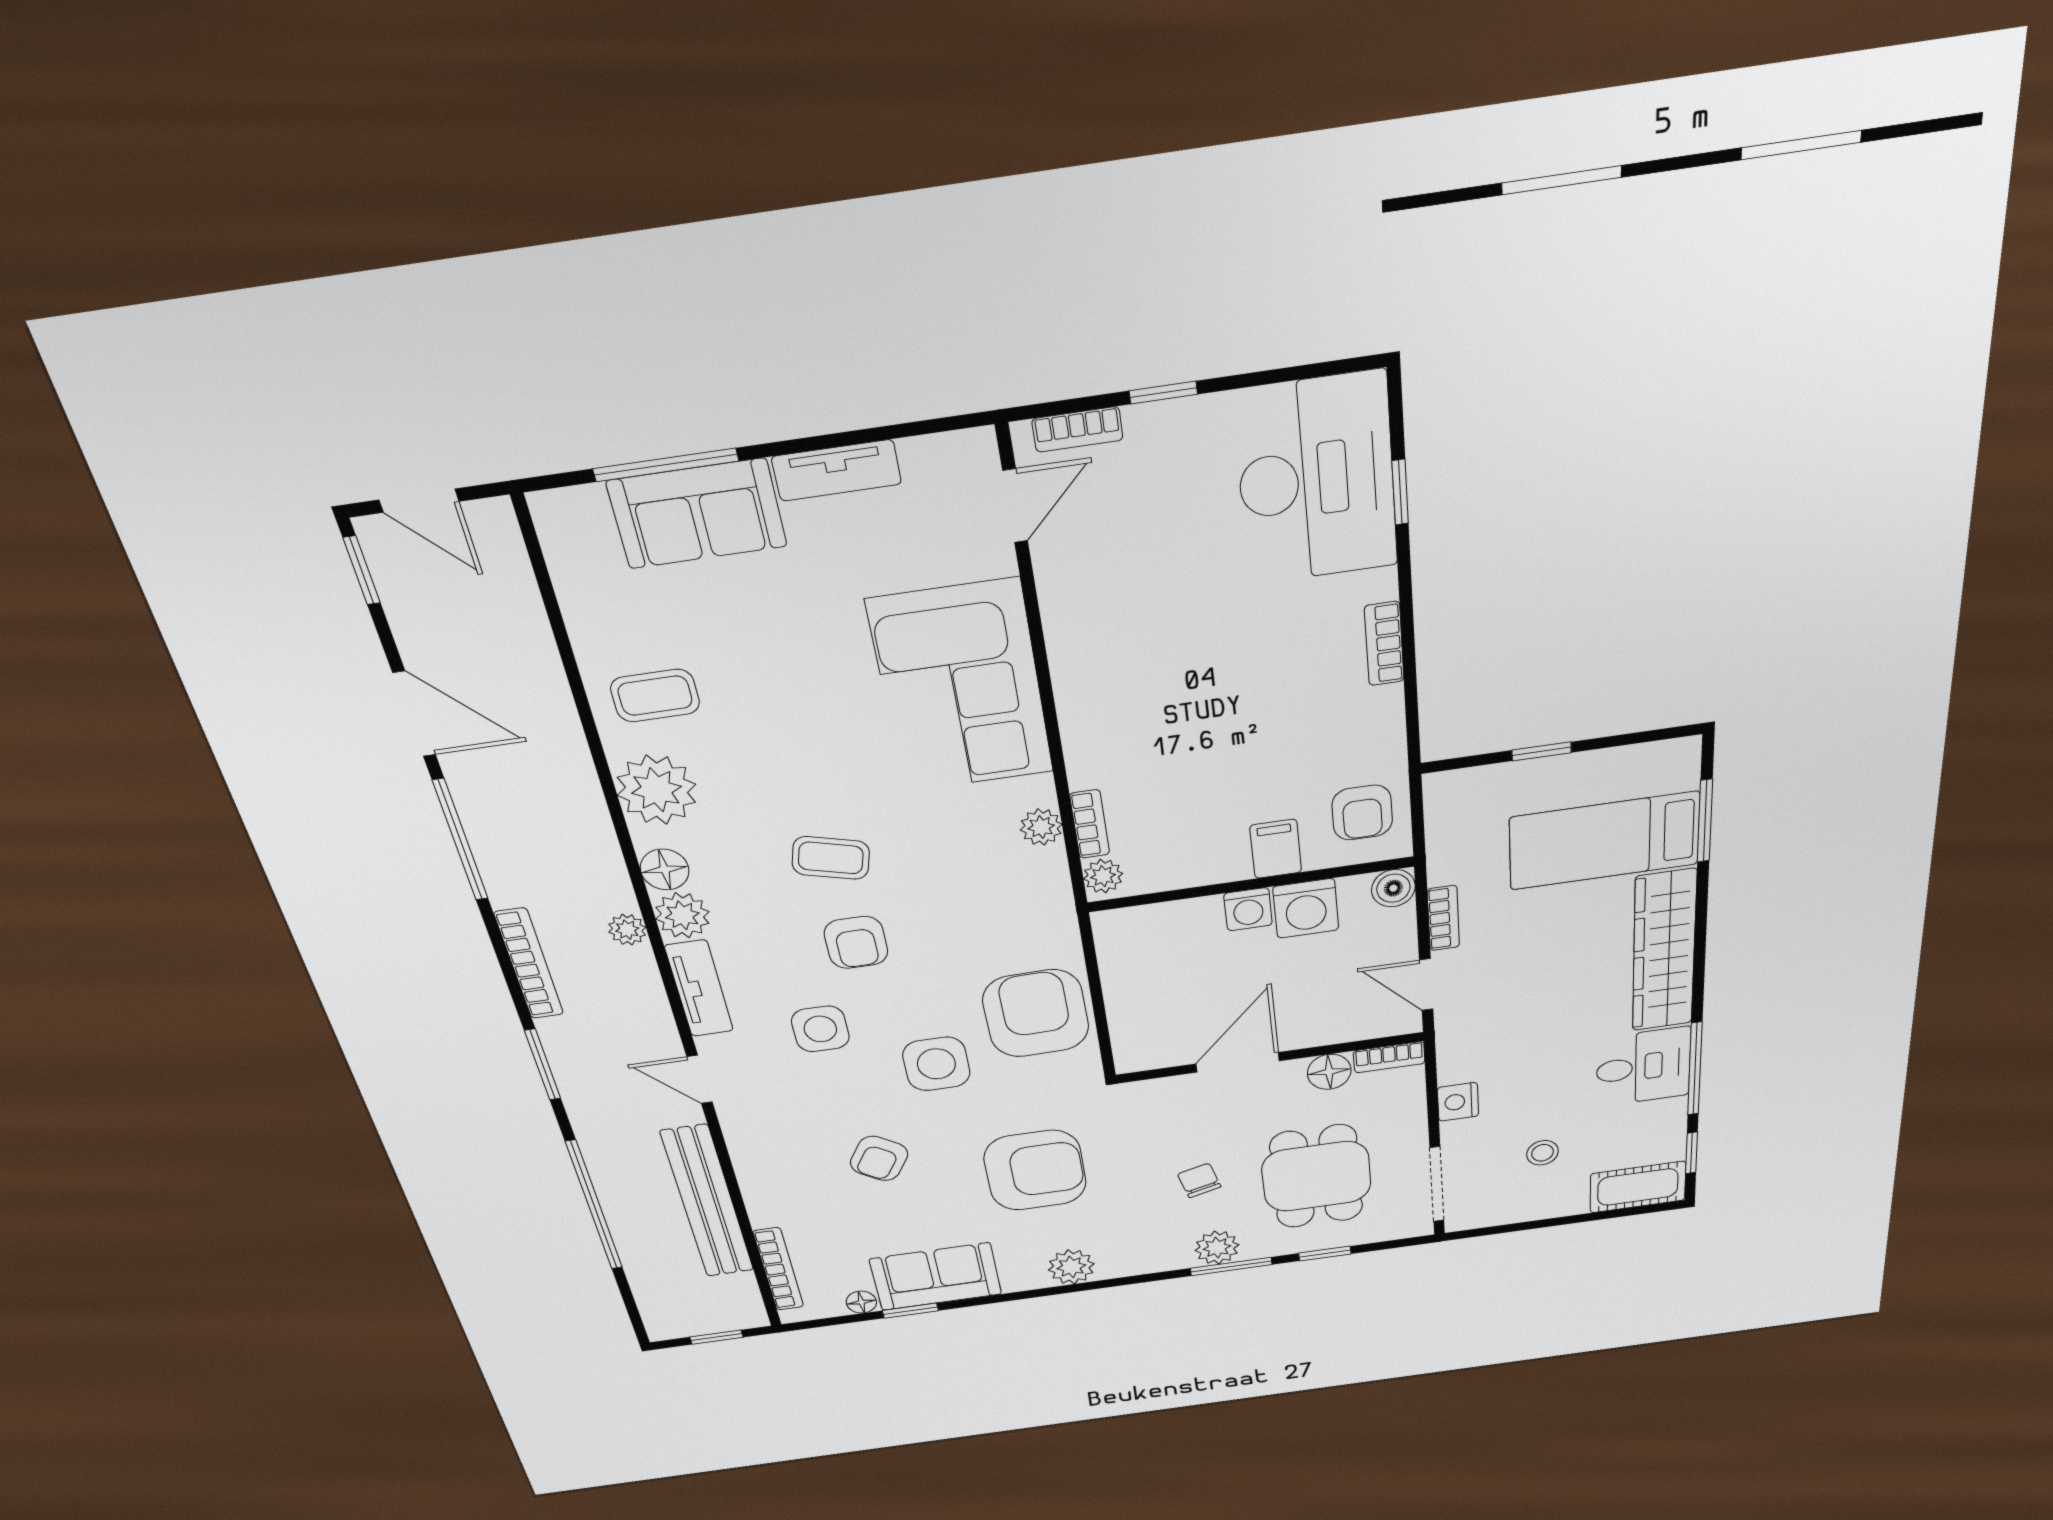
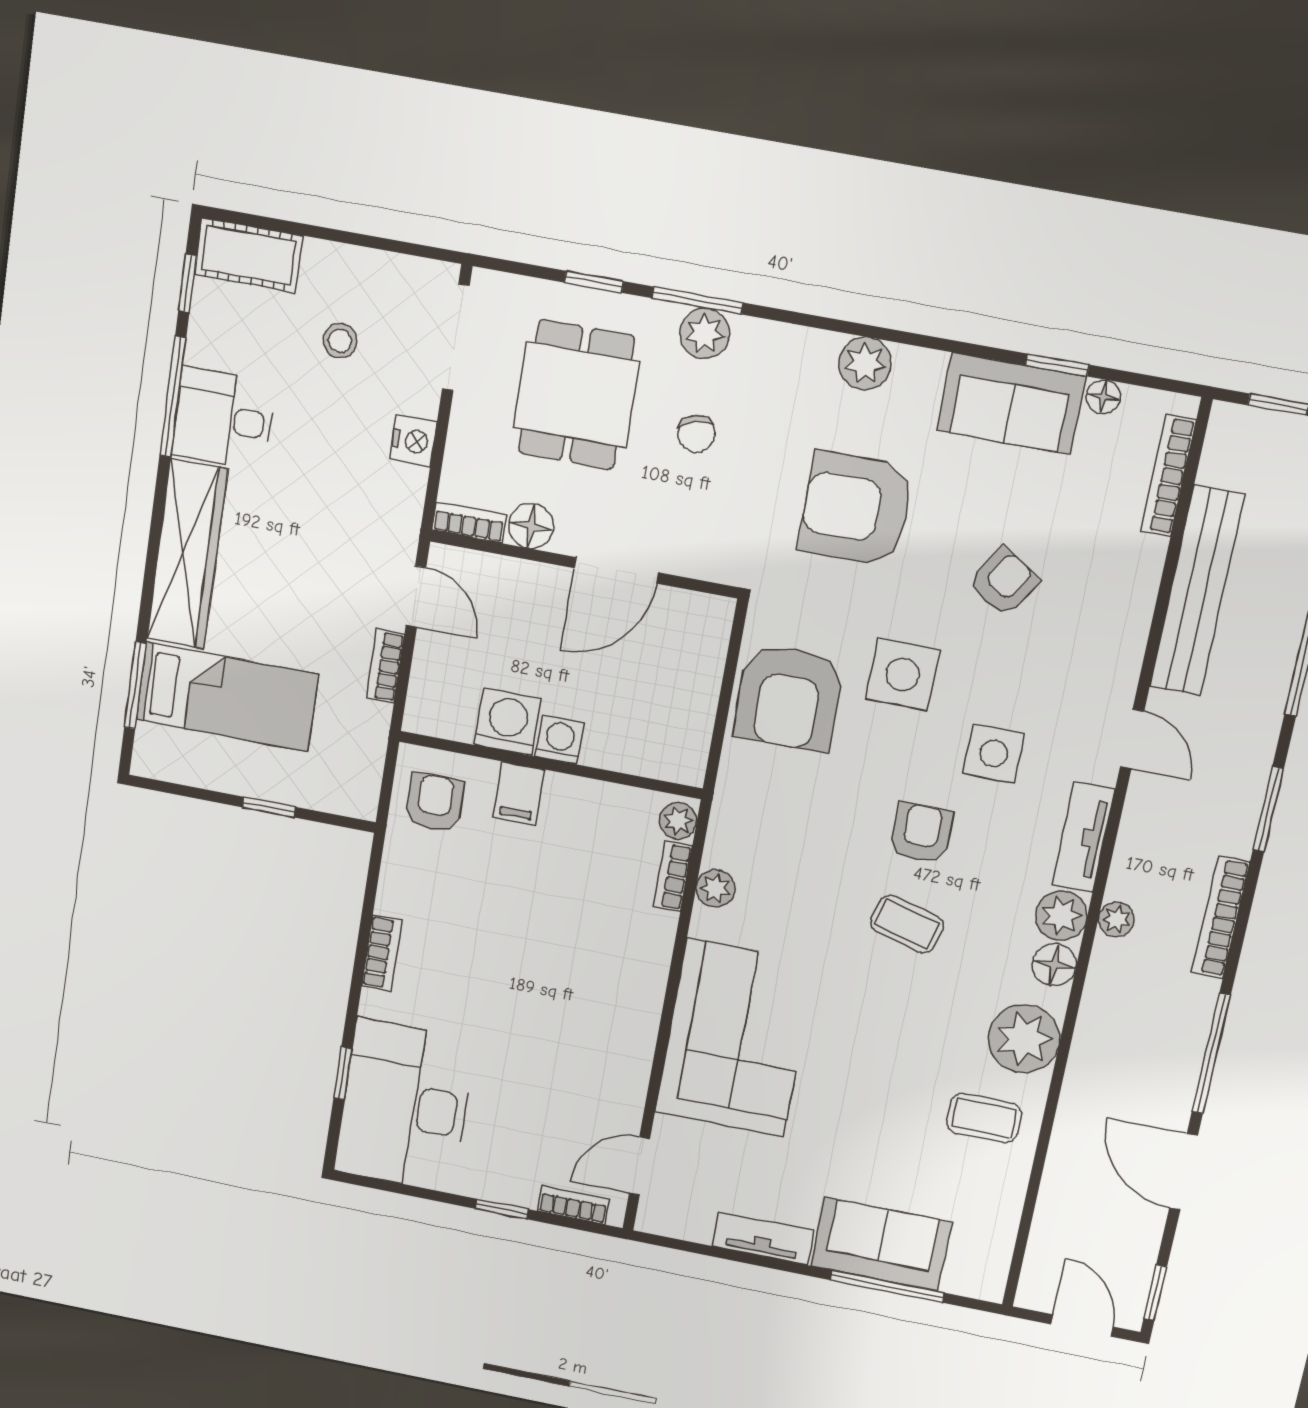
boiler: (1393, 888) -> (424, 715), removed

